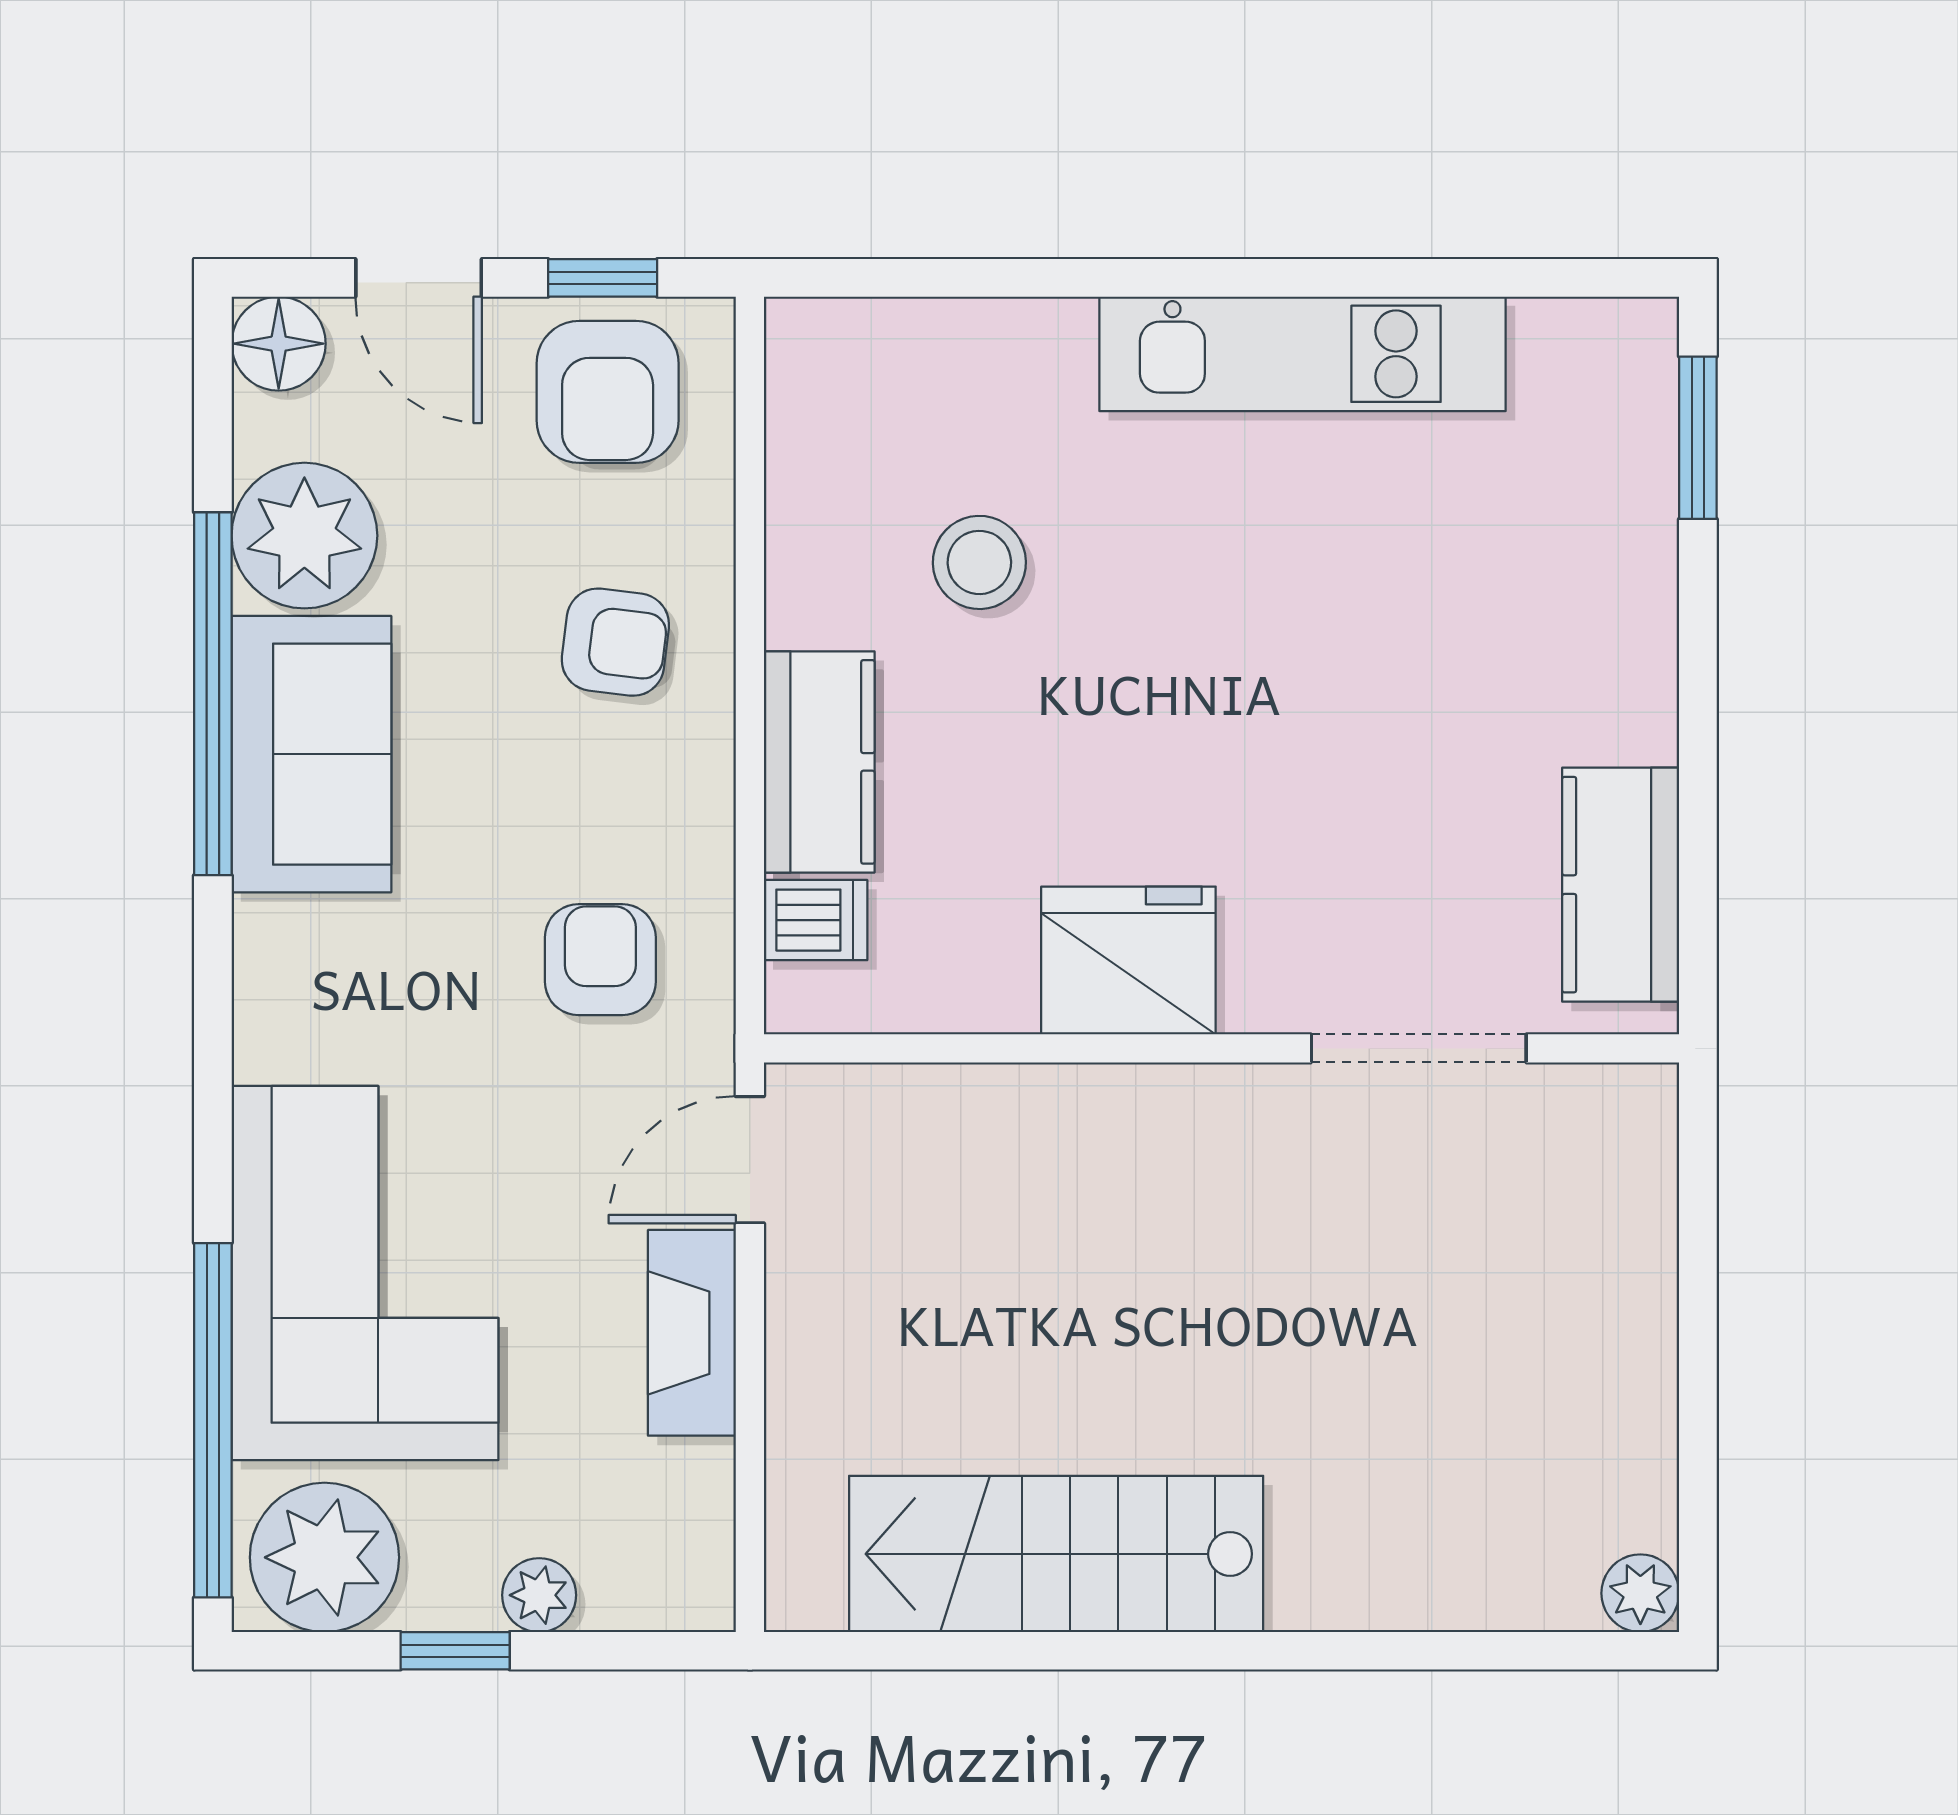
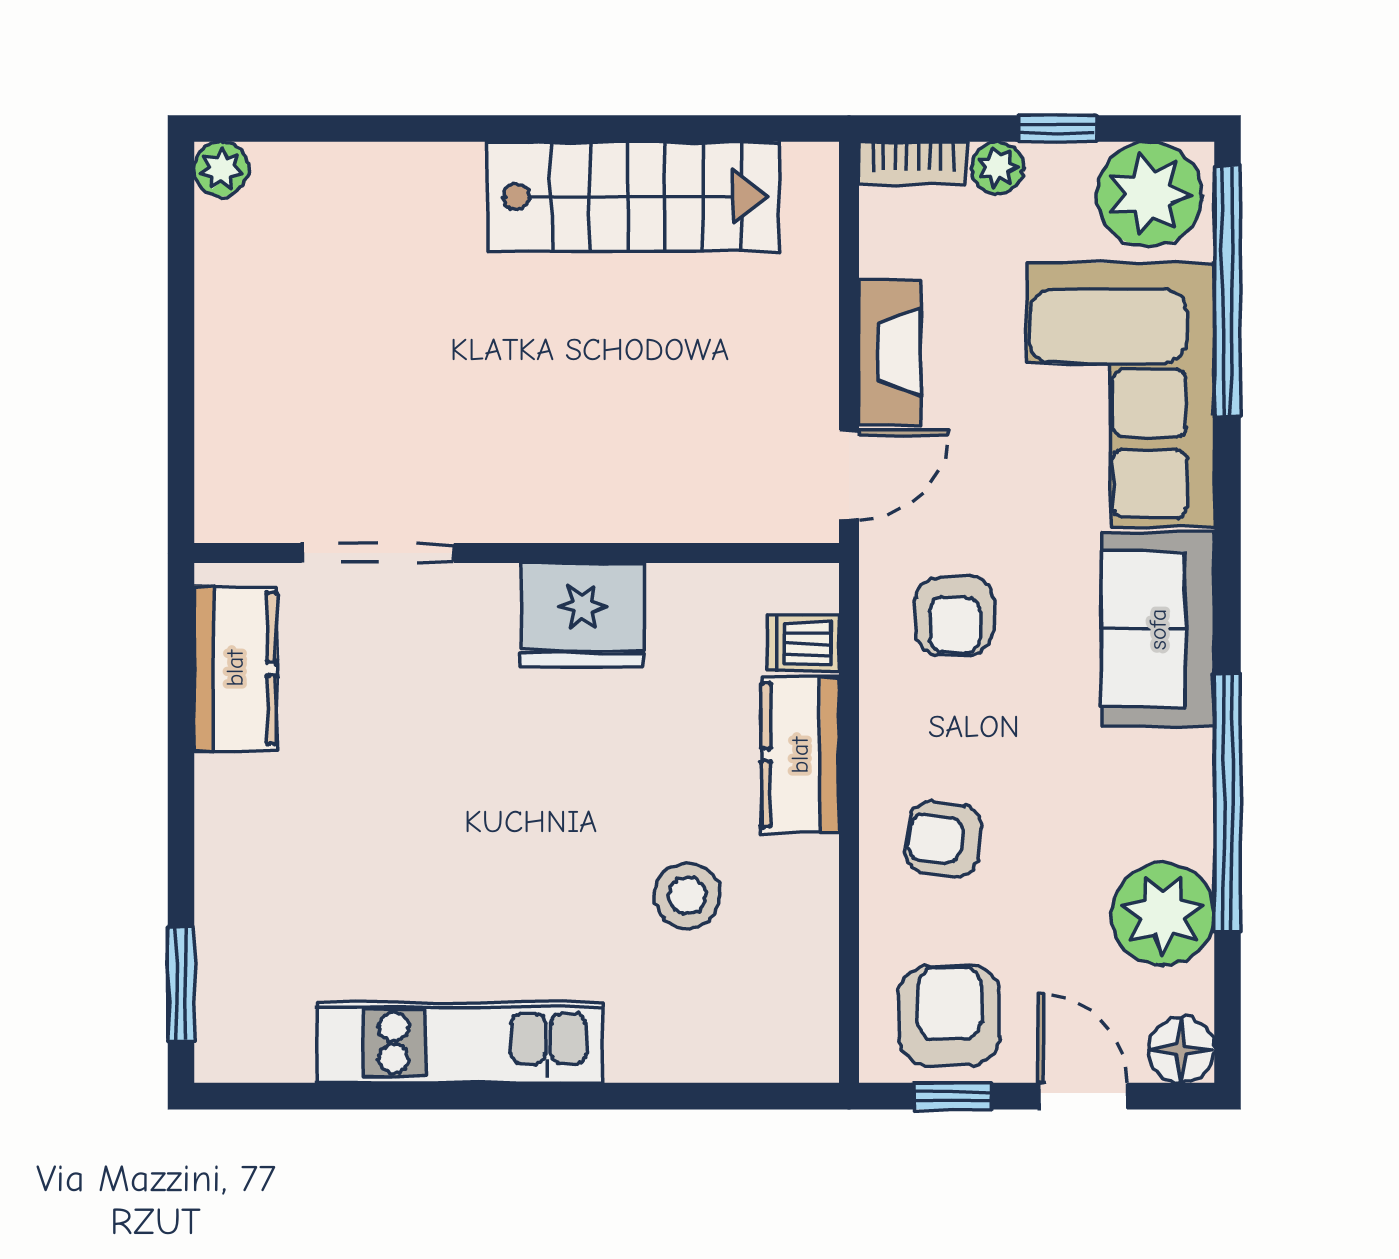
sofa: (311, 754) -> (1158, 629), moved
bookcase: (660, 1602) -> (913, 163), added

